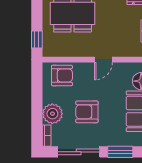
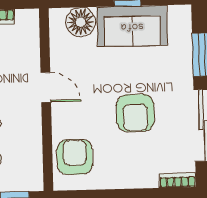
plant: (52, 114) -> (140, 171), removed

